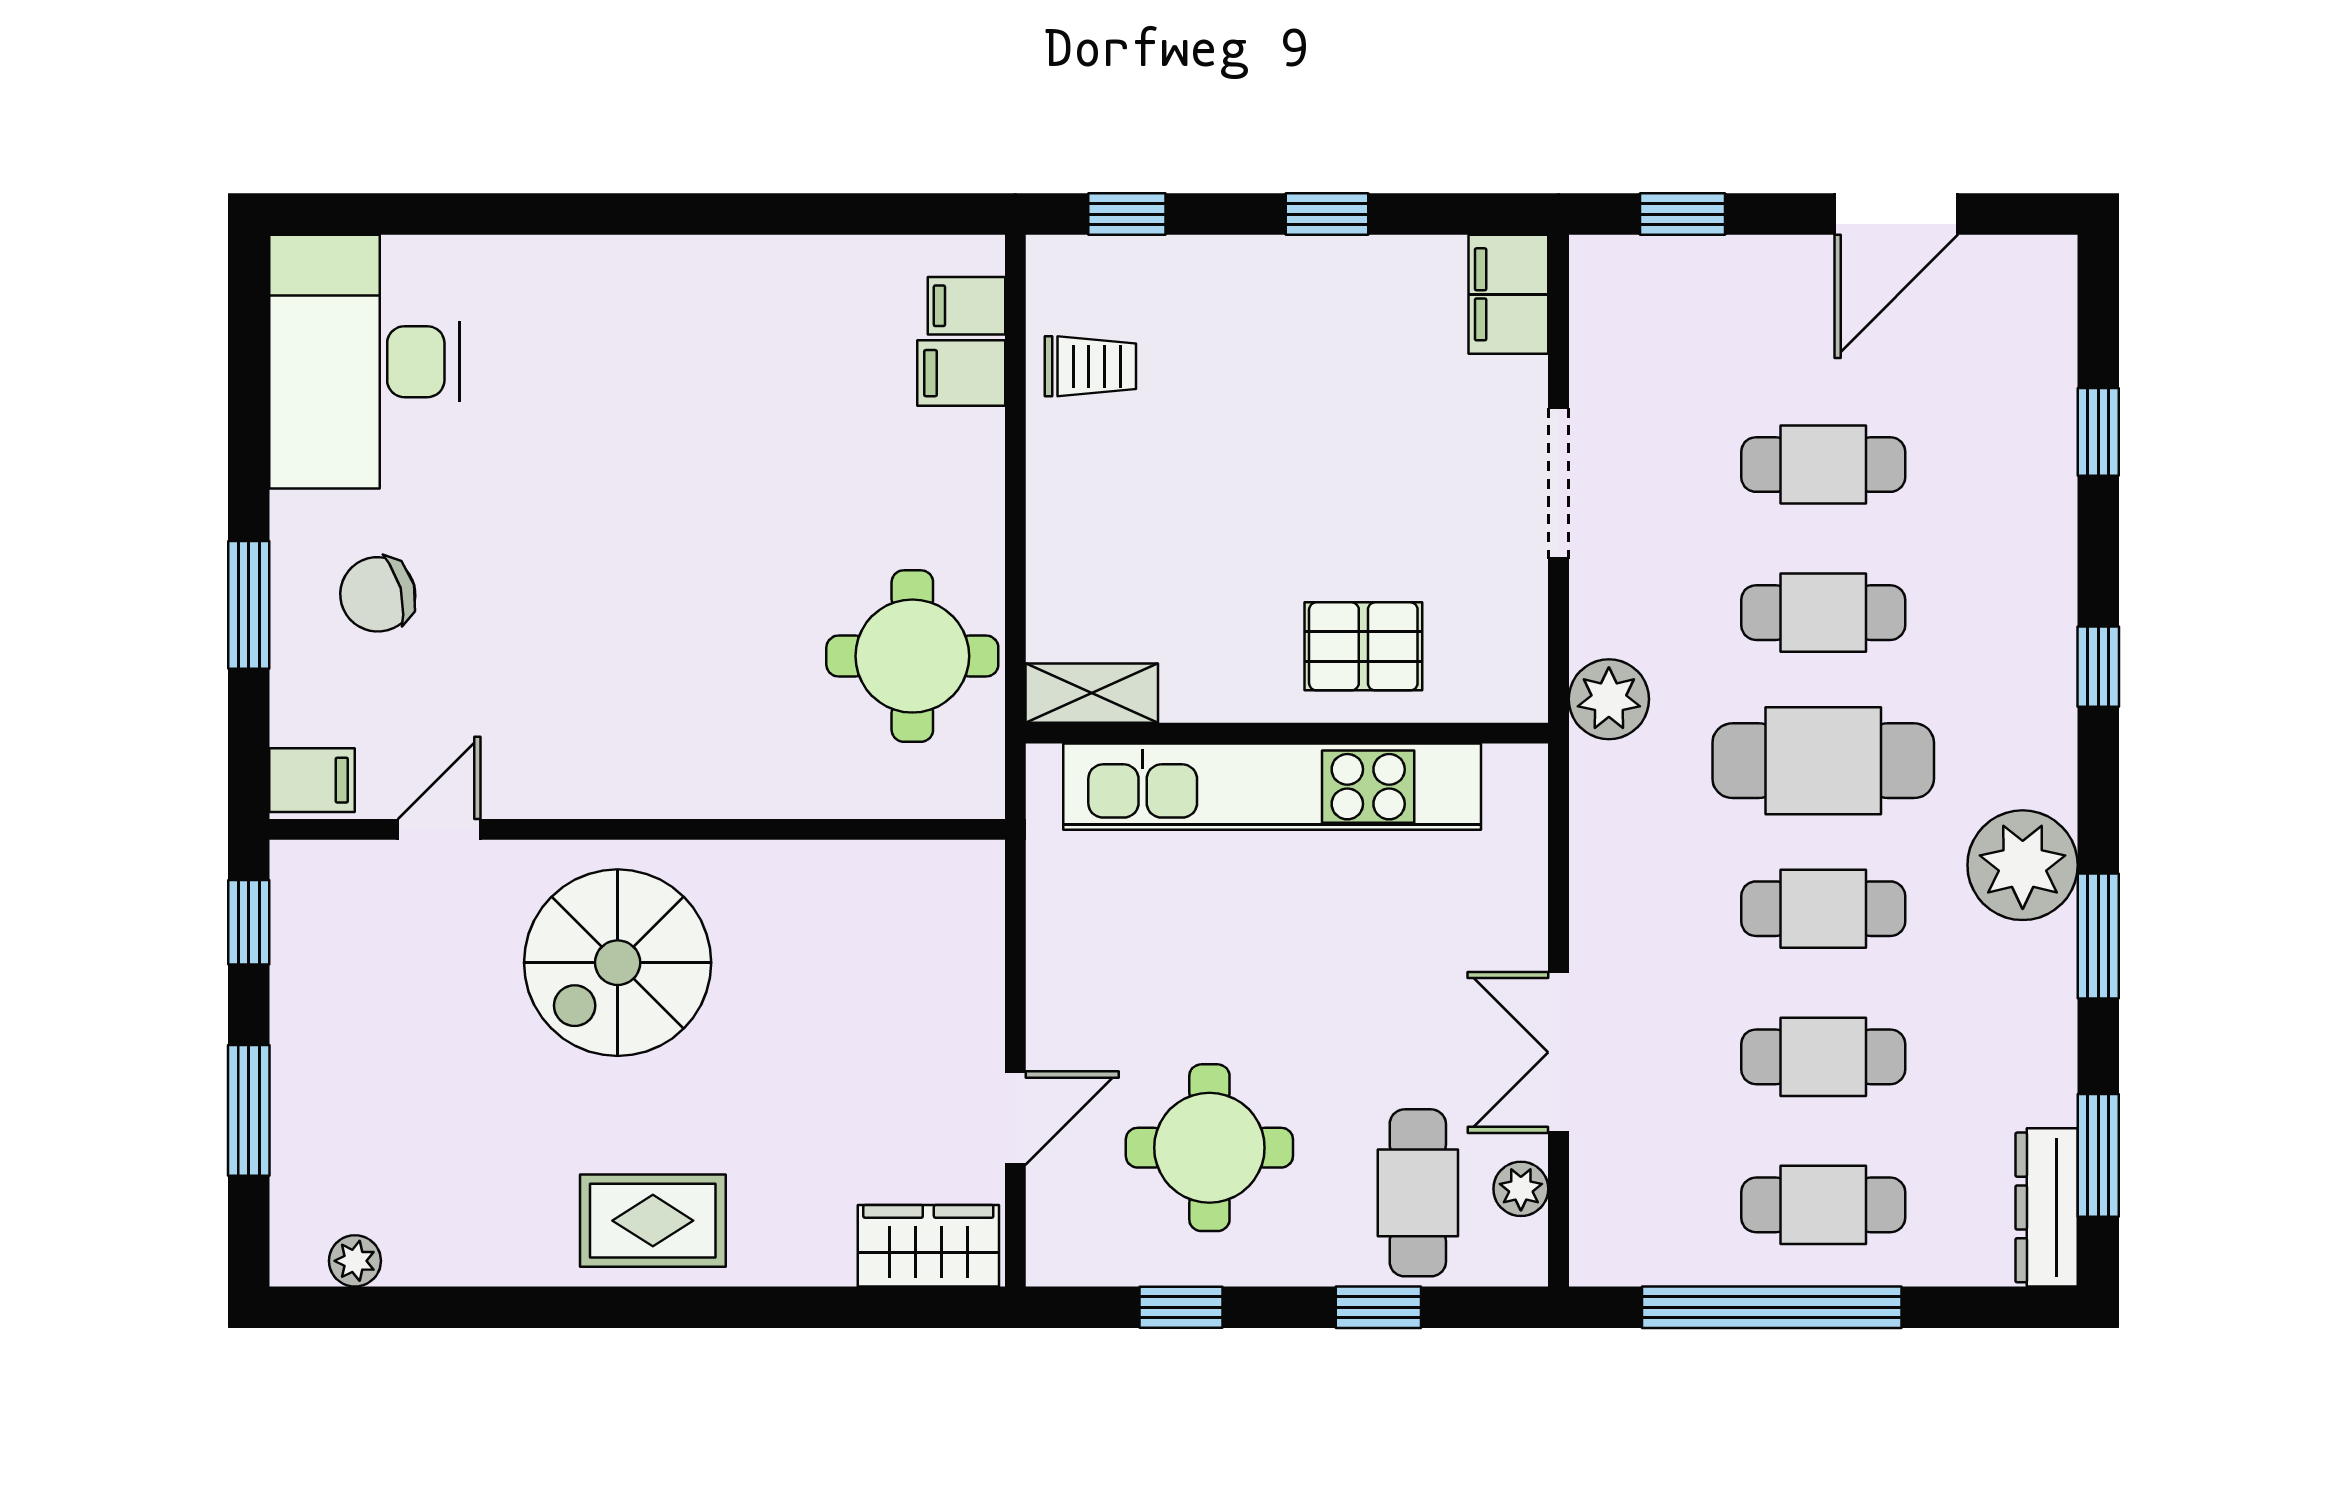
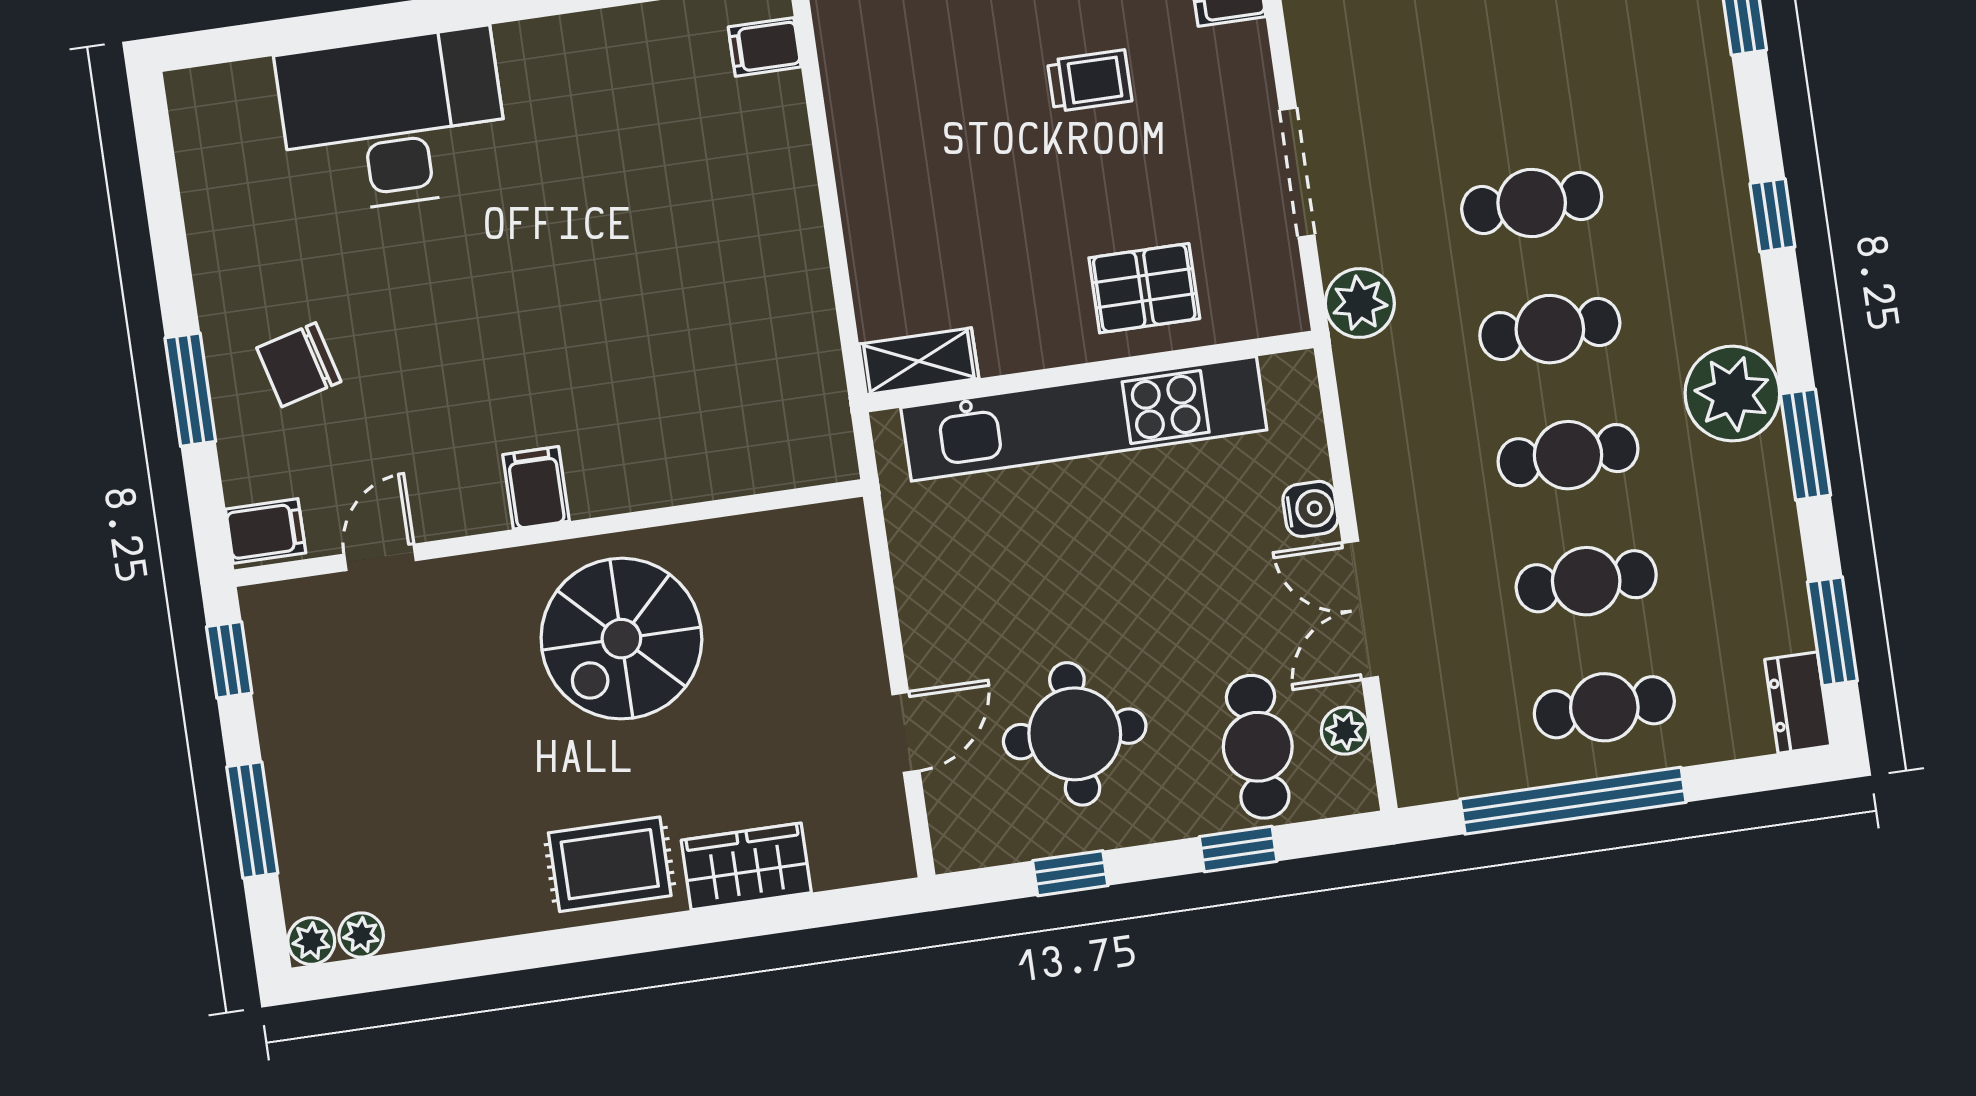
desk: (364, 362) -> (393, 121), moved, turned 90
trolley: (1090, 366) -> (1090, 81), moved
filing cabinet: (961, 373) -> (536, 488), moved, turned 90
cafe table: (1823, 465) -> (1514, 77), removed
doorway: (1559, 483) -> (1297, 173), moved
round table: (912, 656) -> (761, 352), removed
cafe table: (1823, 761) -> (1550, 329), width x0.73, depth x0.74
water cooler: (1518, 928) -> (1310, 509), added
spiral stairs: (618, 963) -> (621, 639), moved
dresser: (2047, 1207) -> (1798, 703), width x0.70
wardrobe: (928, 1246) -> (746, 866), moved
plant: (296, 1260) -> (311, 941), added

